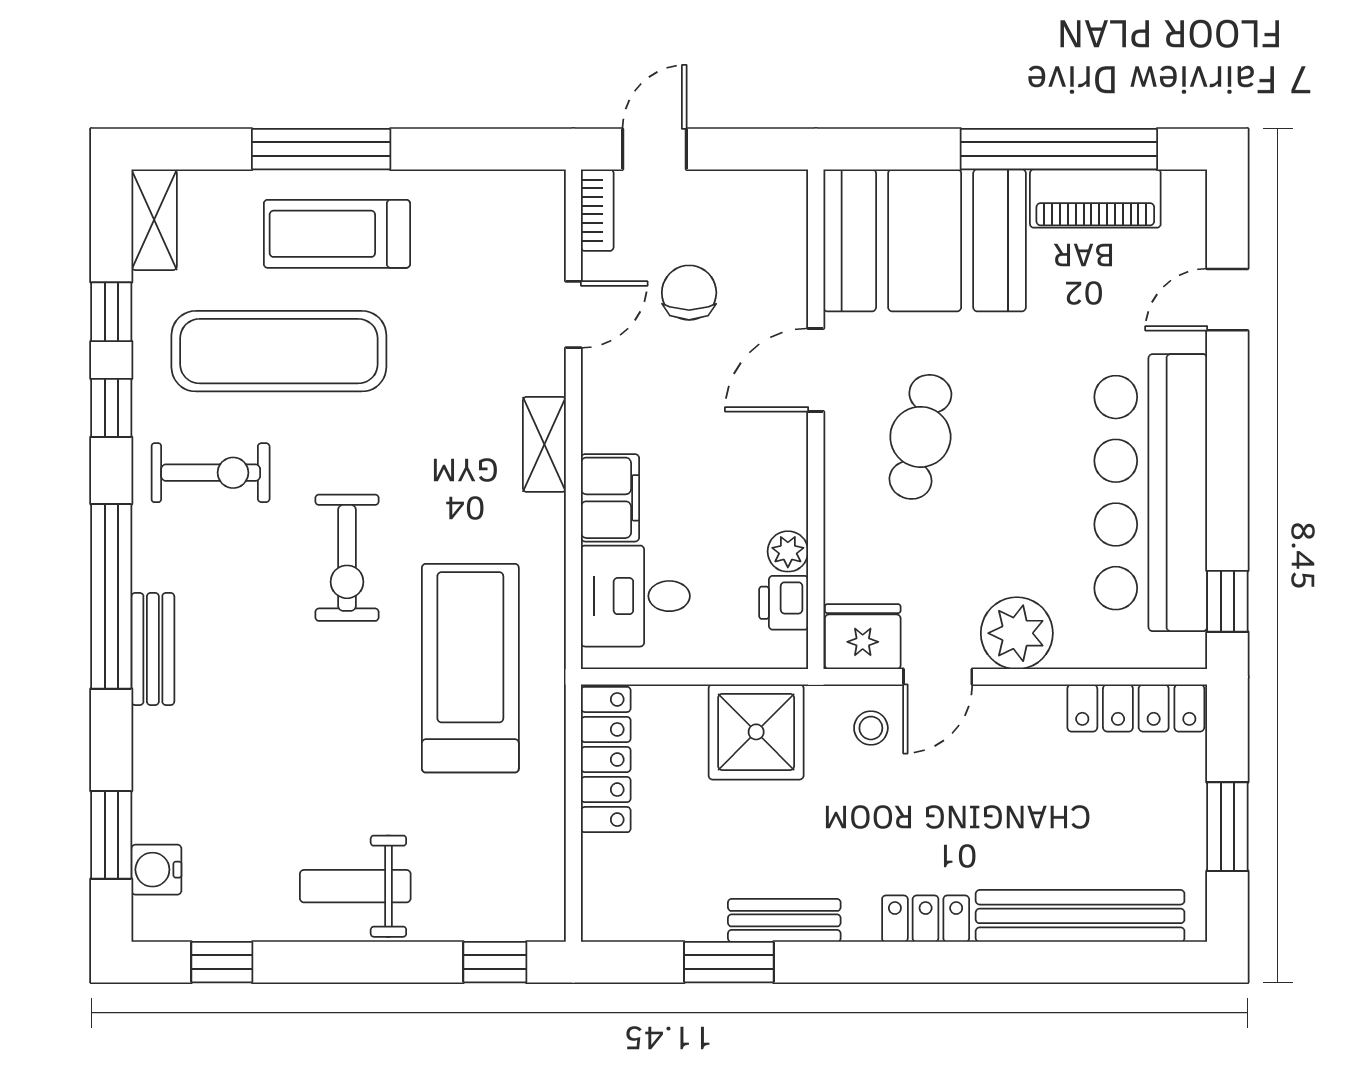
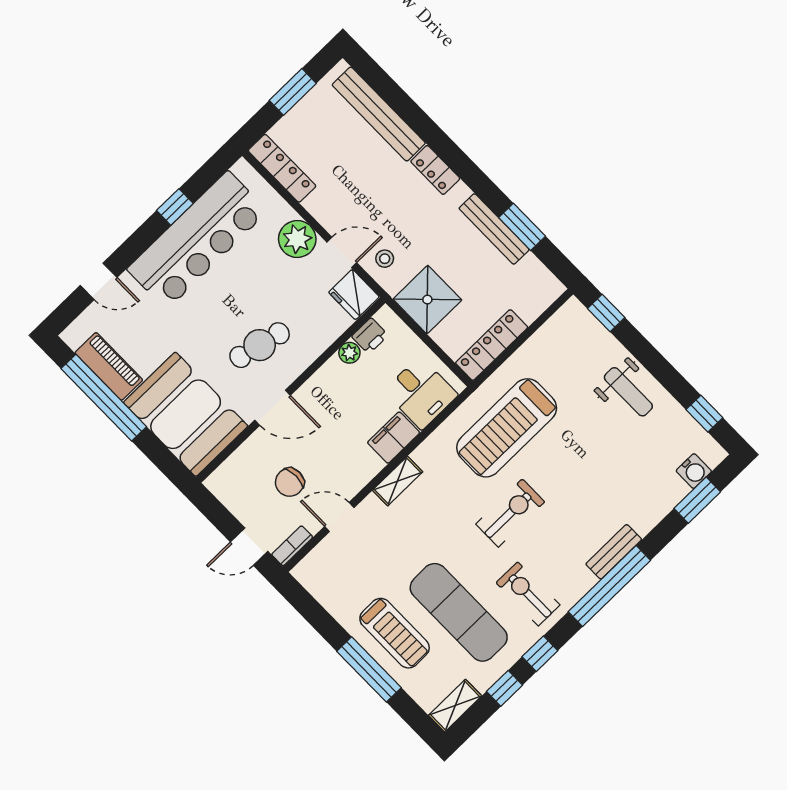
window: (1227, 601) -> (175, 207), moved
bench: (784, 920) -> (494, 229), width x1.36

